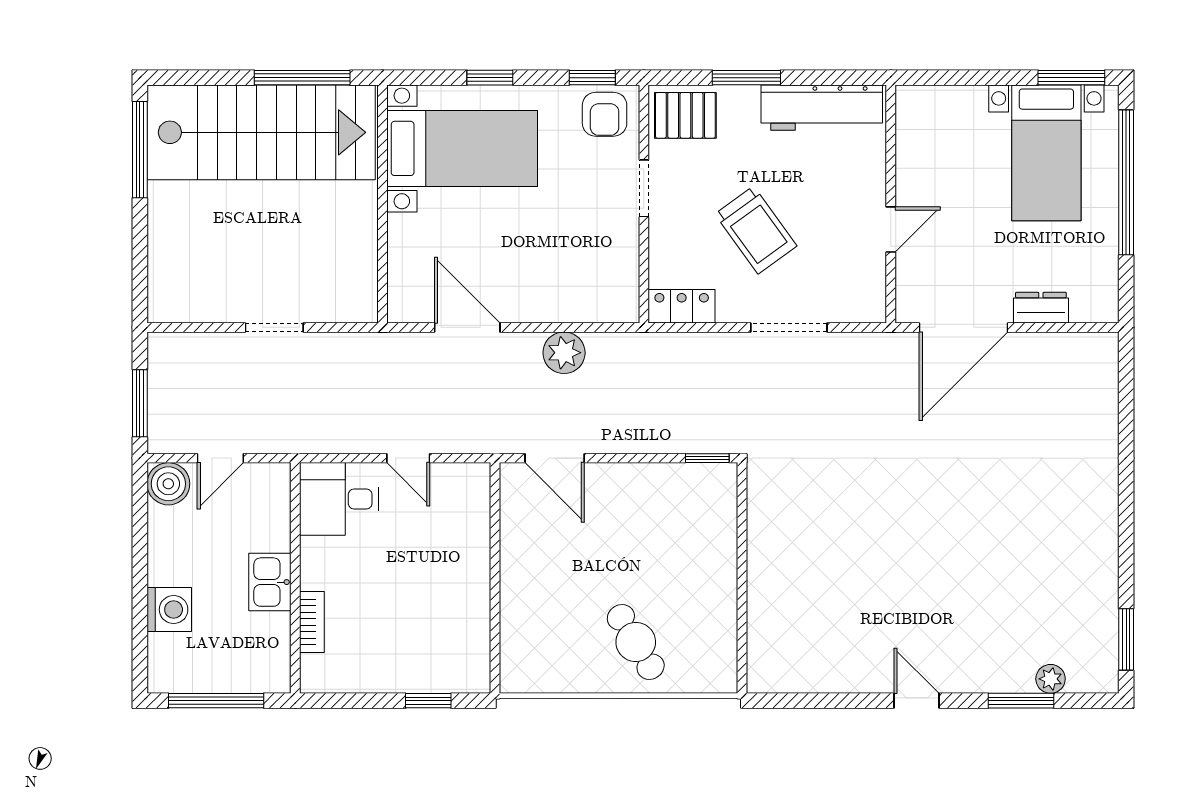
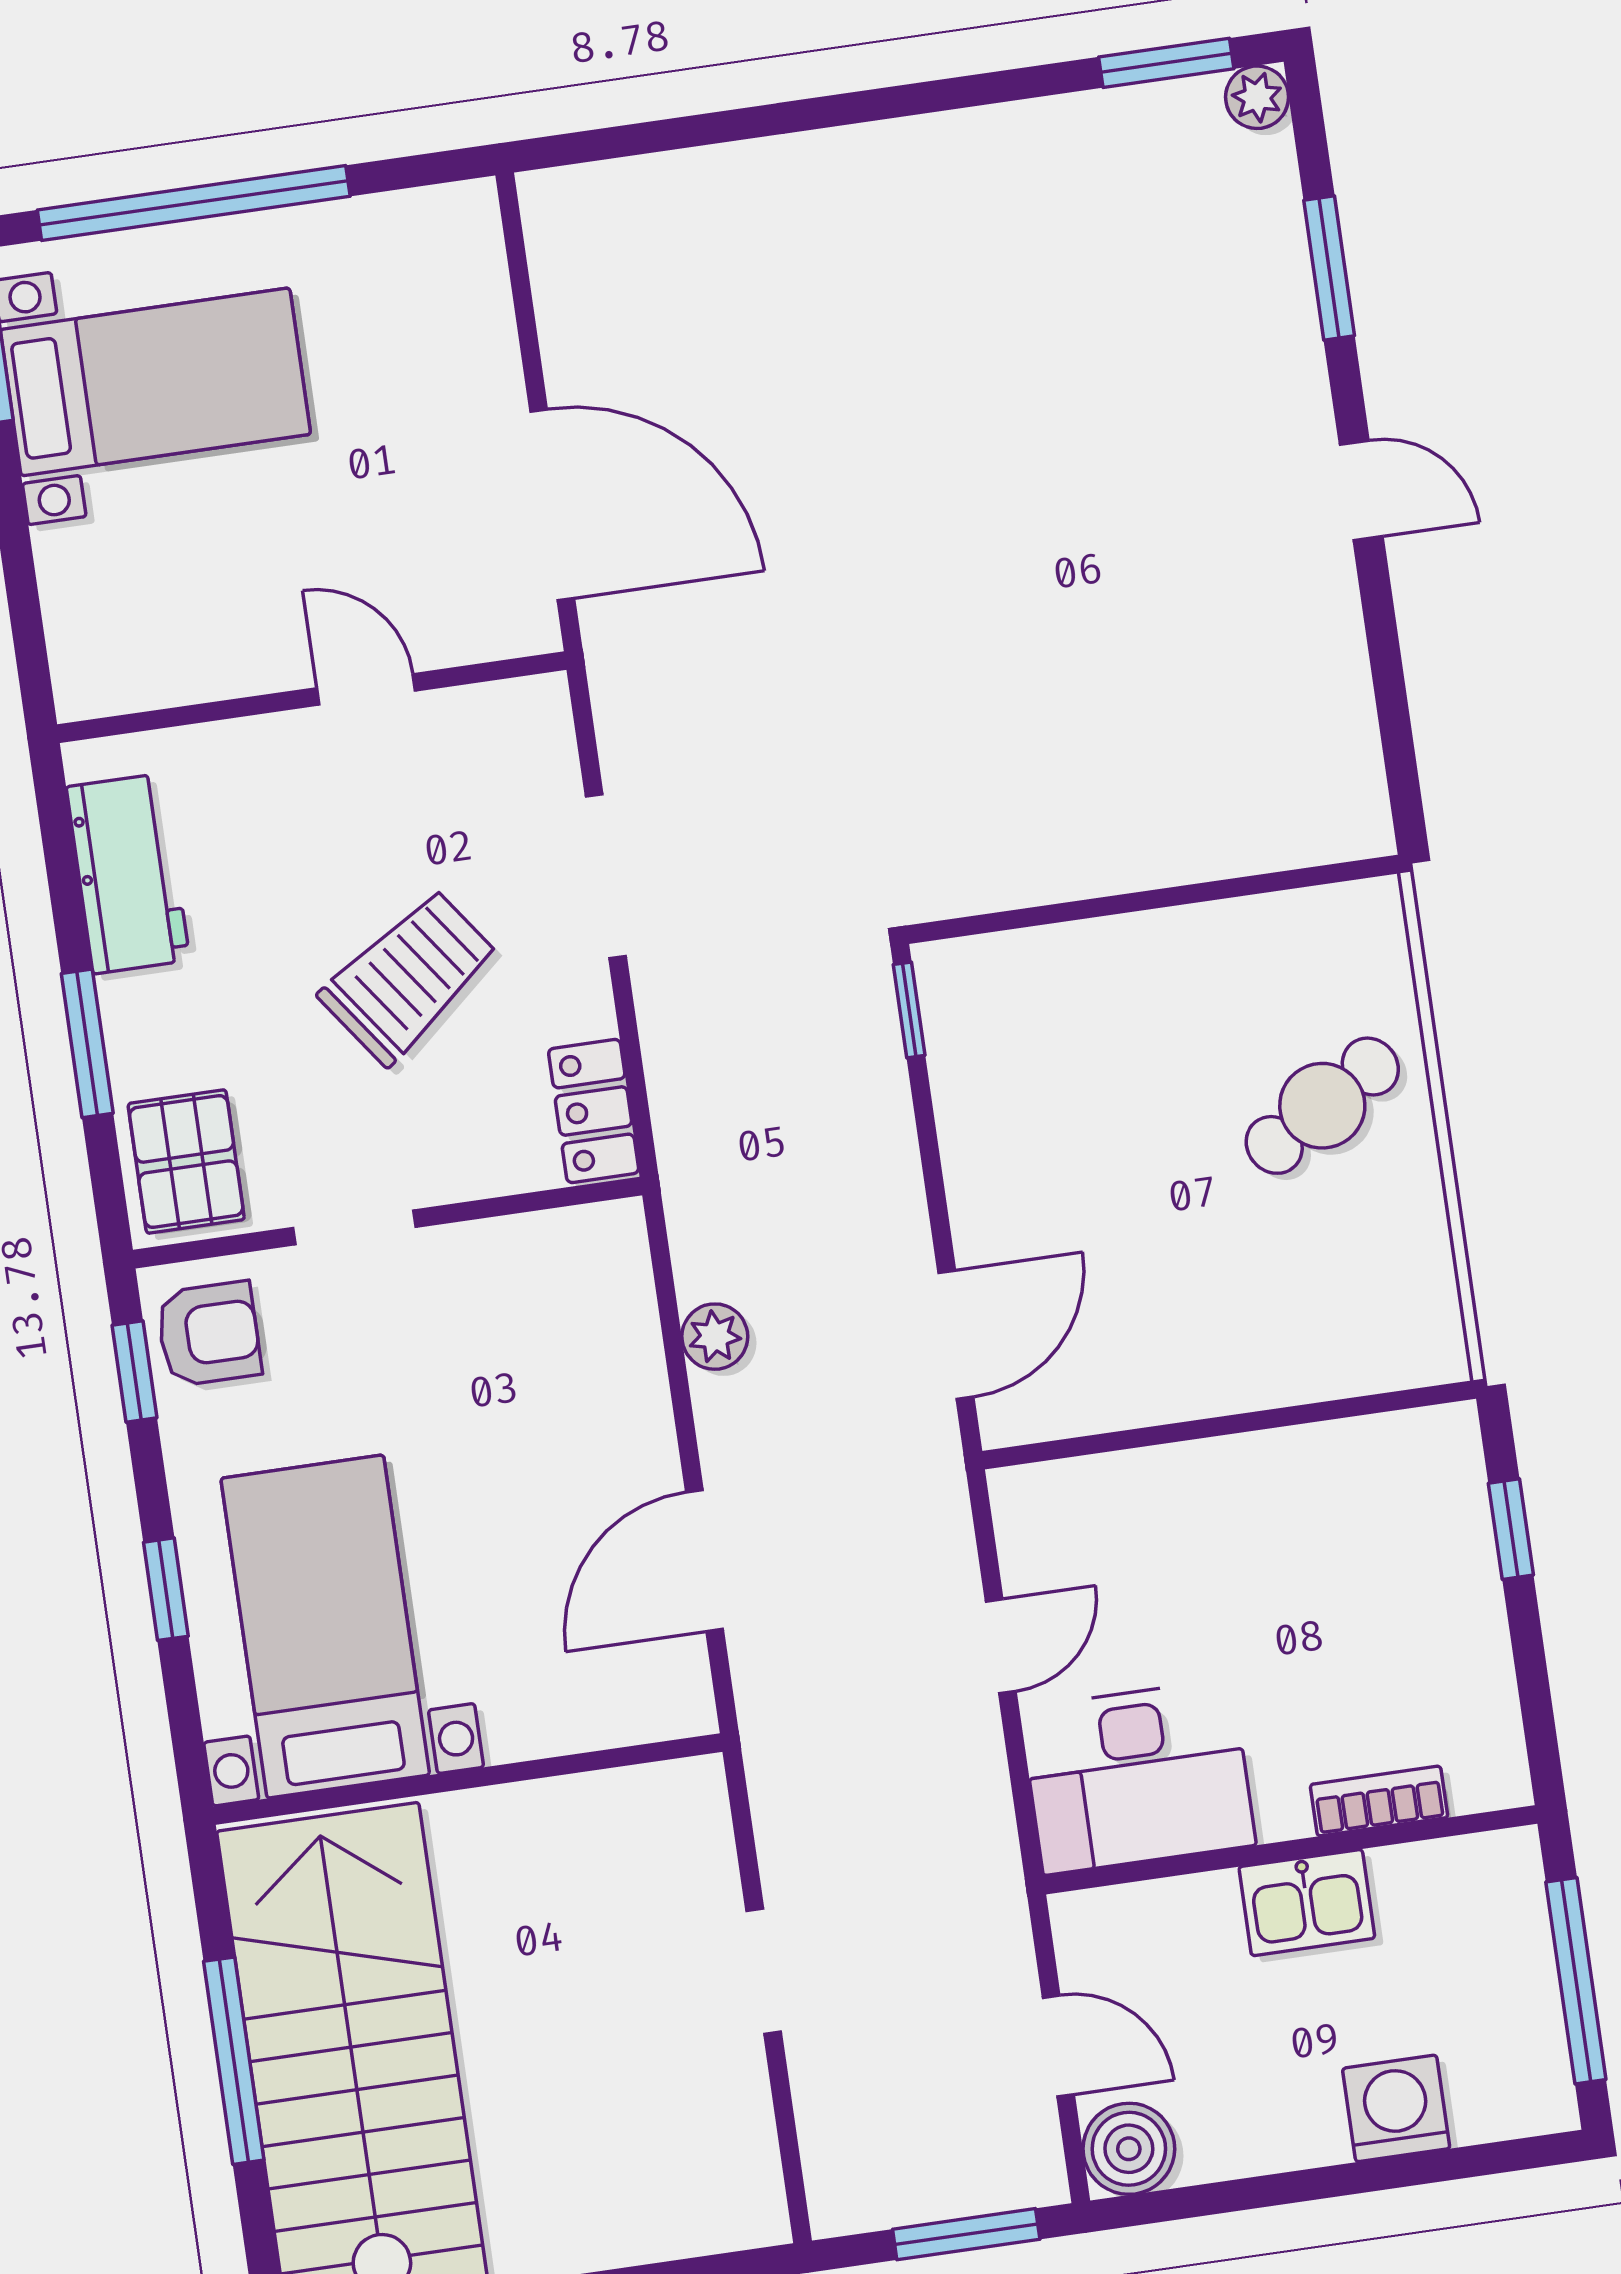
window: (302, 78) -> (234, 2061), moved
workbench: (822, 108) -> (128, 874), width x0.73
dresser: (1041, 308) -> (487, 346), removed
plant: (564, 353) -> (715, 1337), width x0.73, depth x0.73
desk: (339, 499) -> (1138, 1777), width x1.37
plant: (1051, 679) -> (1257, 97), moved
door: (916, 701) -> (1361, 490), swing flipped

